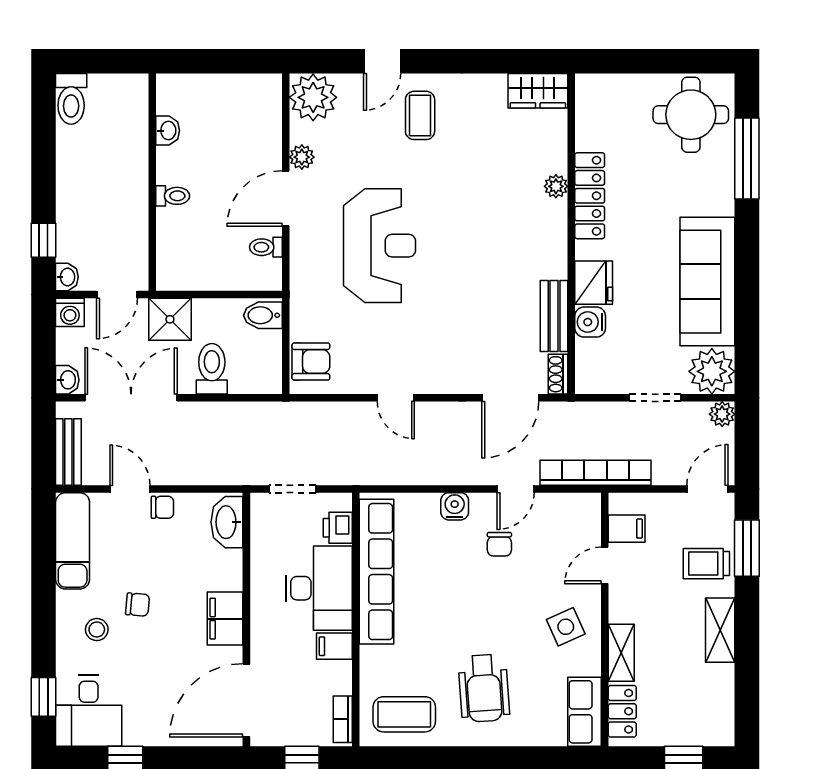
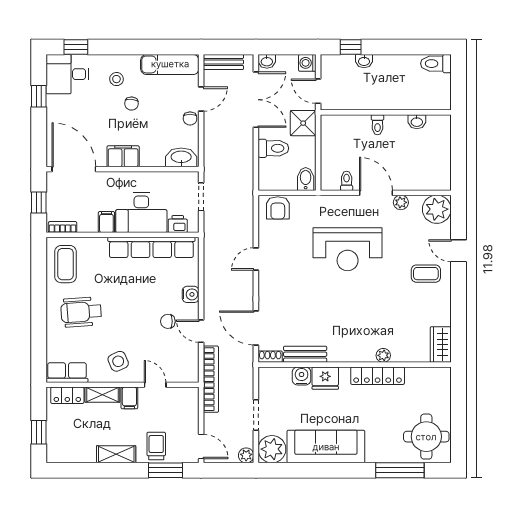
washbasin: (67, 277) -> (364, 61), moved
filing cabinet: (627, 529) -> (129, 398), moved

